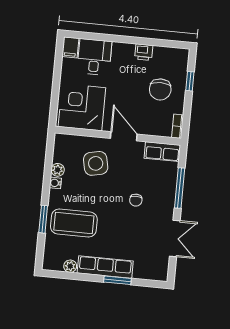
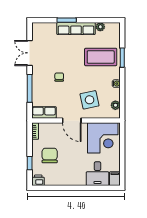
printer: (144, 52) -> (38, 180), moved
plant: (58, 170) -> (115, 105), moved

